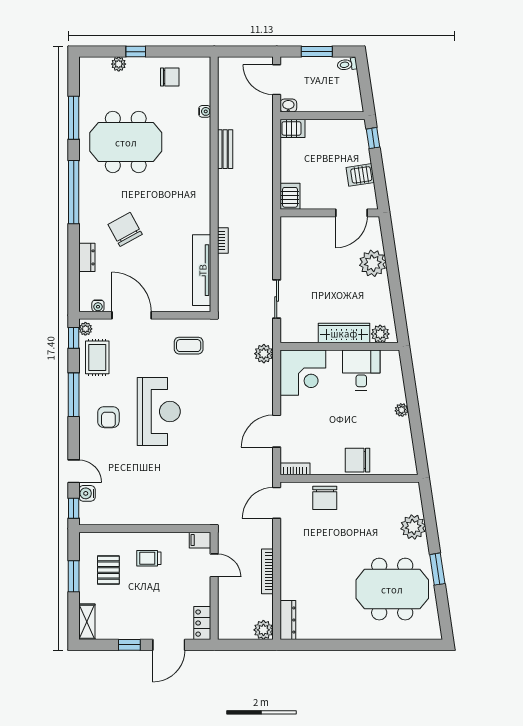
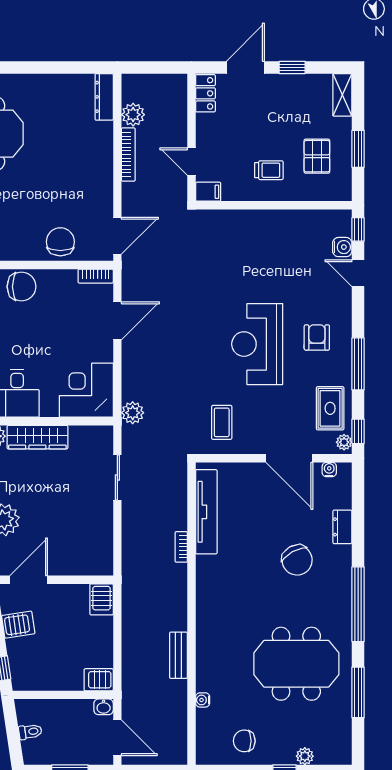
toilet: (347, 64) -> (30, 732), moved
coffee table: (189, 346) -> (222, 422), turned 90
plant: (263, 630) -> (133, 115), moved

